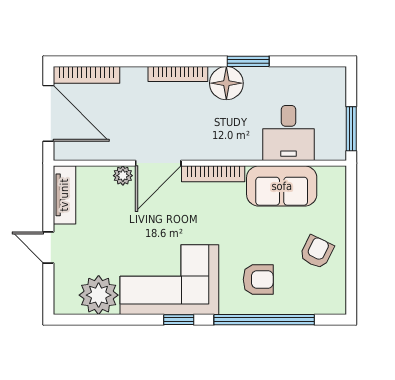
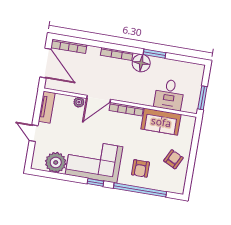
armchair: (258, 279) -> (140, 168), turned 90

